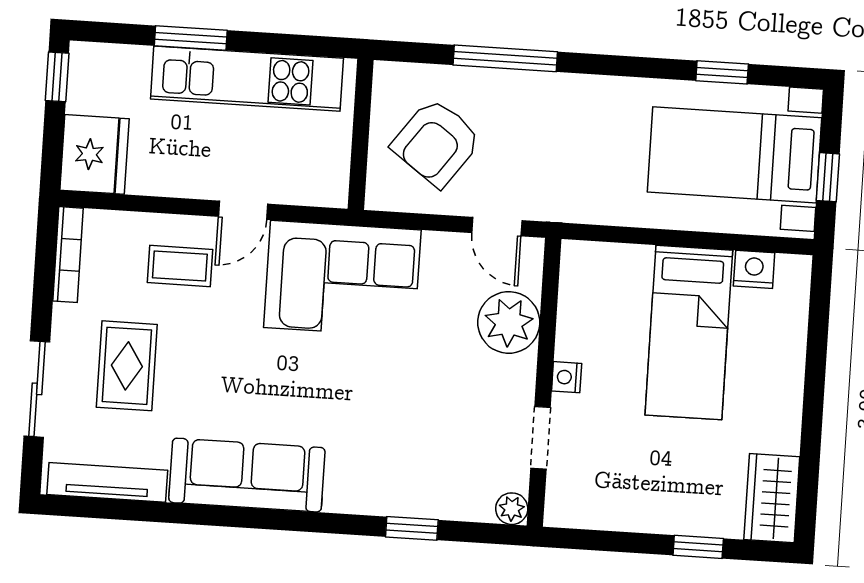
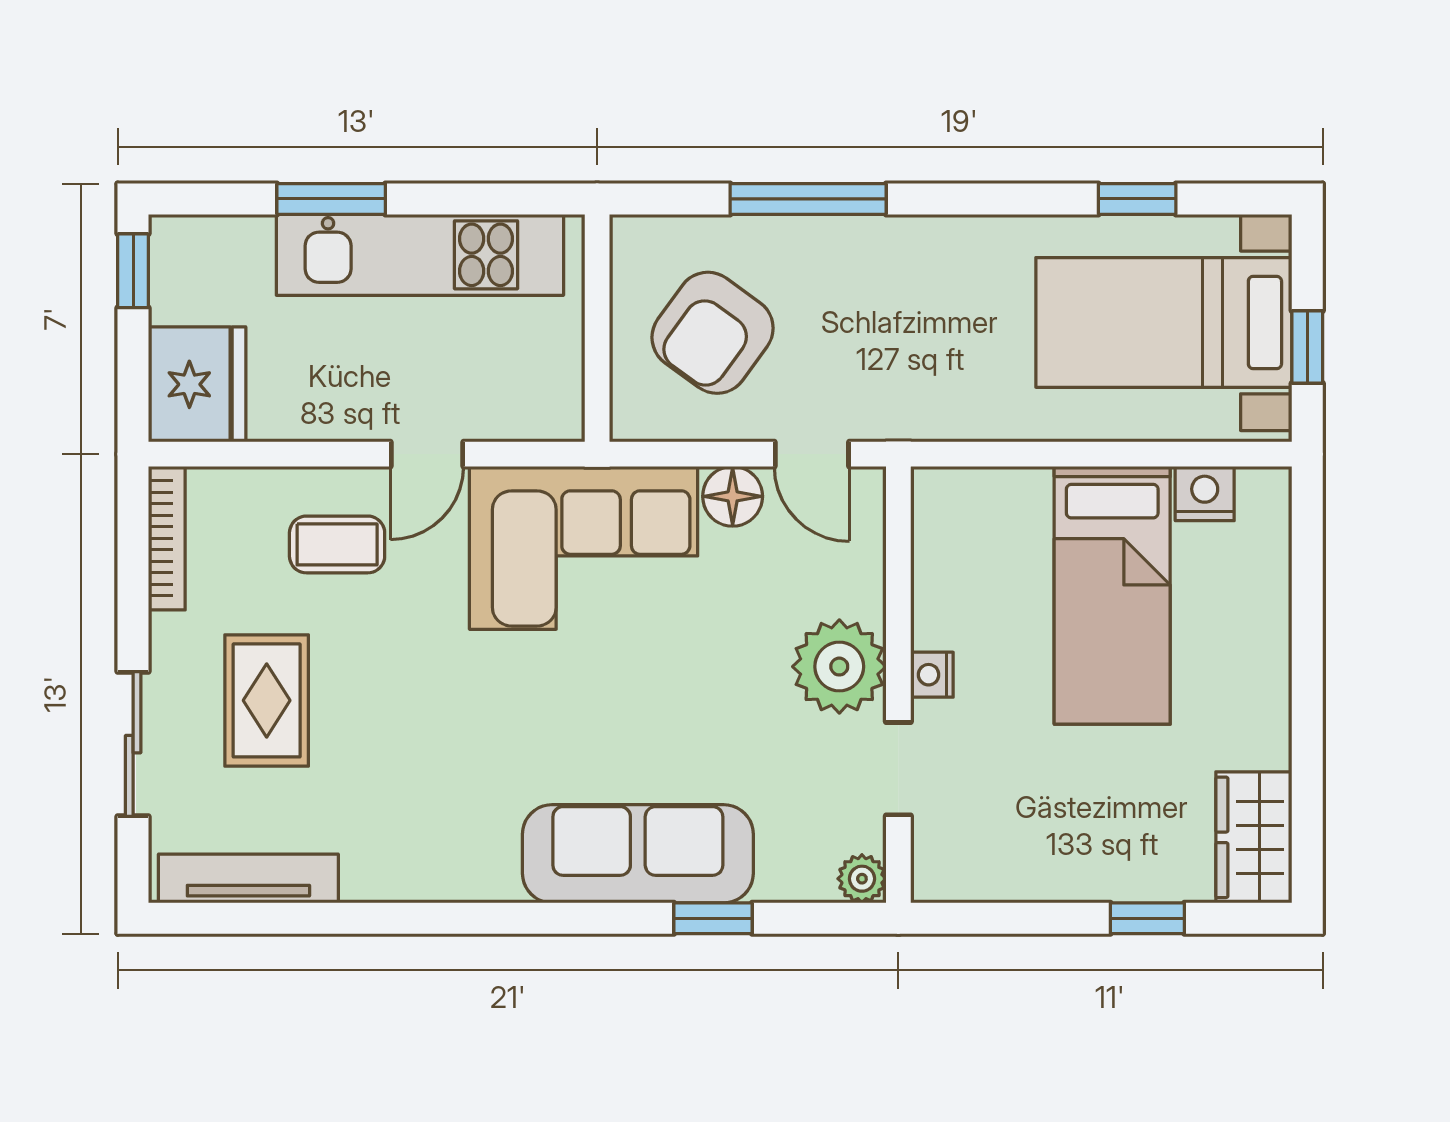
floor lamp: (443, 251) -> (733, 496), added
plant: (509, 322) -> (839, 667), moved
sofa: (247, 475) -> (638, 854), moved

